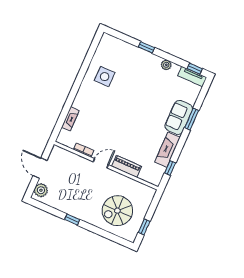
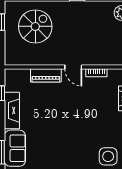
door: (101, 163) -> (73, 67), hinge flipped

